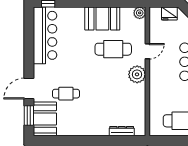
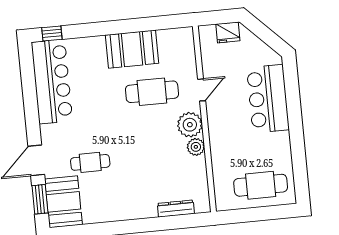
plant: (140, 13) -> (196, 147), moved

